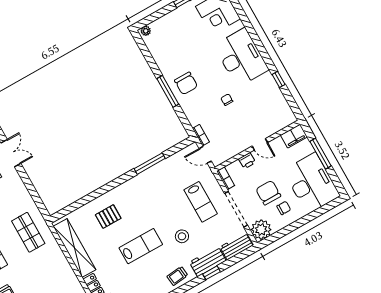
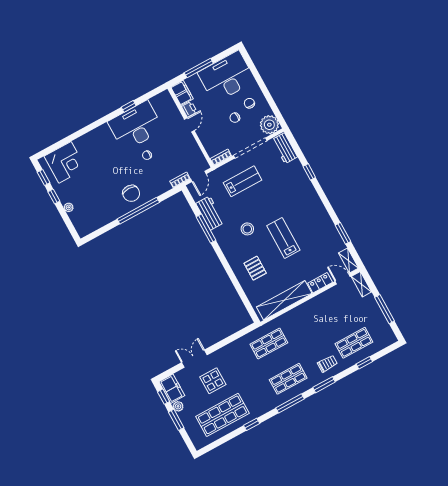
plant: (146, 31) -> (69, 207), moved
desk: (241, 57) -> (136, 126), moved
chair: (186, 83) -> (131, 193), turned 90
window: (168, 91) -> (138, 211), width x1.46
printer: (247, 161) -> (189, 109), moved
chair: (268, 193) -> (235, 118), width x0.54, depth x0.54
stool: (182, 236) -> (247, 229), moved
workbench: (208, 261) -> (210, 213), moved, turned 180
trolley: (177, 276) -> (312, 204), removed

